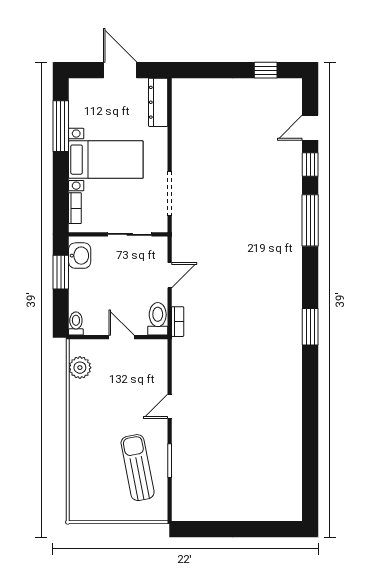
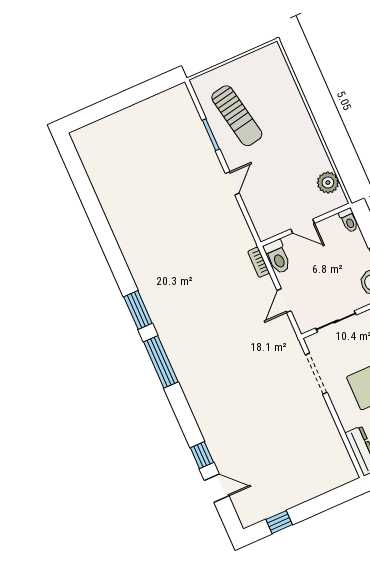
door: (310, 128) -> (217, 488), hinge flipped
window: (310, 220) -> (161, 362), moved

